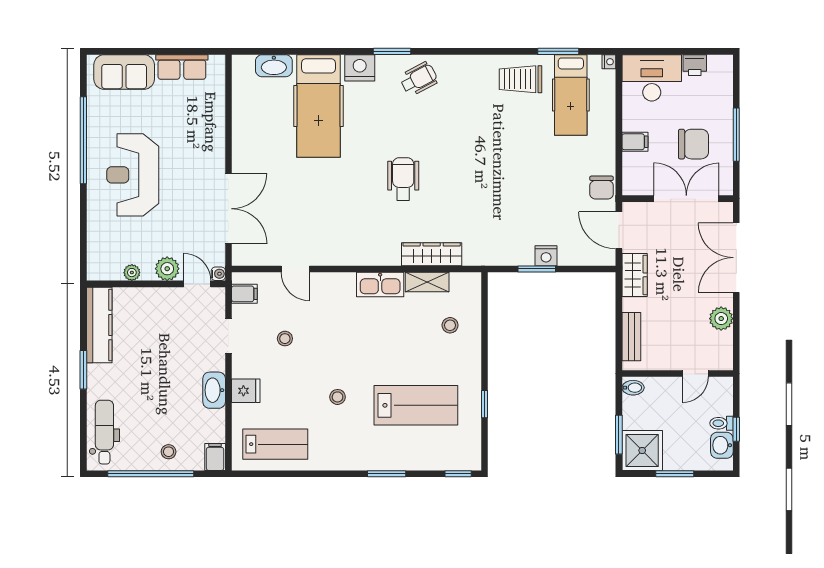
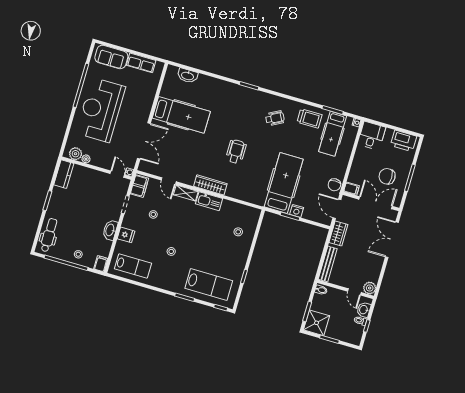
printer: (695, 65) -> (404, 141), width x1.87, depth x1.48
nightstand: (360, 68) -> (230, 89), removed
desk: (652, 78) -> (372, 136), width x0.73
wheelchair: (419, 79) -> (275, 118), moved
trolley: (520, 79) -> (310, 118), turned 180
hospital bed: (318, 106) -> (181, 115), moved, turned -90
filing cabinet: (635, 142) -> (352, 189), moved
chair: (694, 144) -> (387, 176), turned 180
reception desk: (133, 175) -> (101, 110), width x1.36, depth x1.30
hospital bed: (507, 211) -> (284, 183), added
wardrobe: (432, 254) -> (210, 185), moved
plant: (167, 269) -> (76, 154), moved
shelving: (427, 282) -> (186, 193), moved
filing cabinet: (244, 294) -> (139, 186), width x2.00
plant: (721, 319) -> (370, 288), moved
kitchen counter: (99, 325) -> (64, 174), width x0.67
bench: (631, 337) -> (328, 264), width x1.36
door: (695, 374) -> (354, 292), hinge flipped
lab bench: (416, 405) -> (209, 284), moved
washbasin: (722, 445) -> (364, 310), moved

